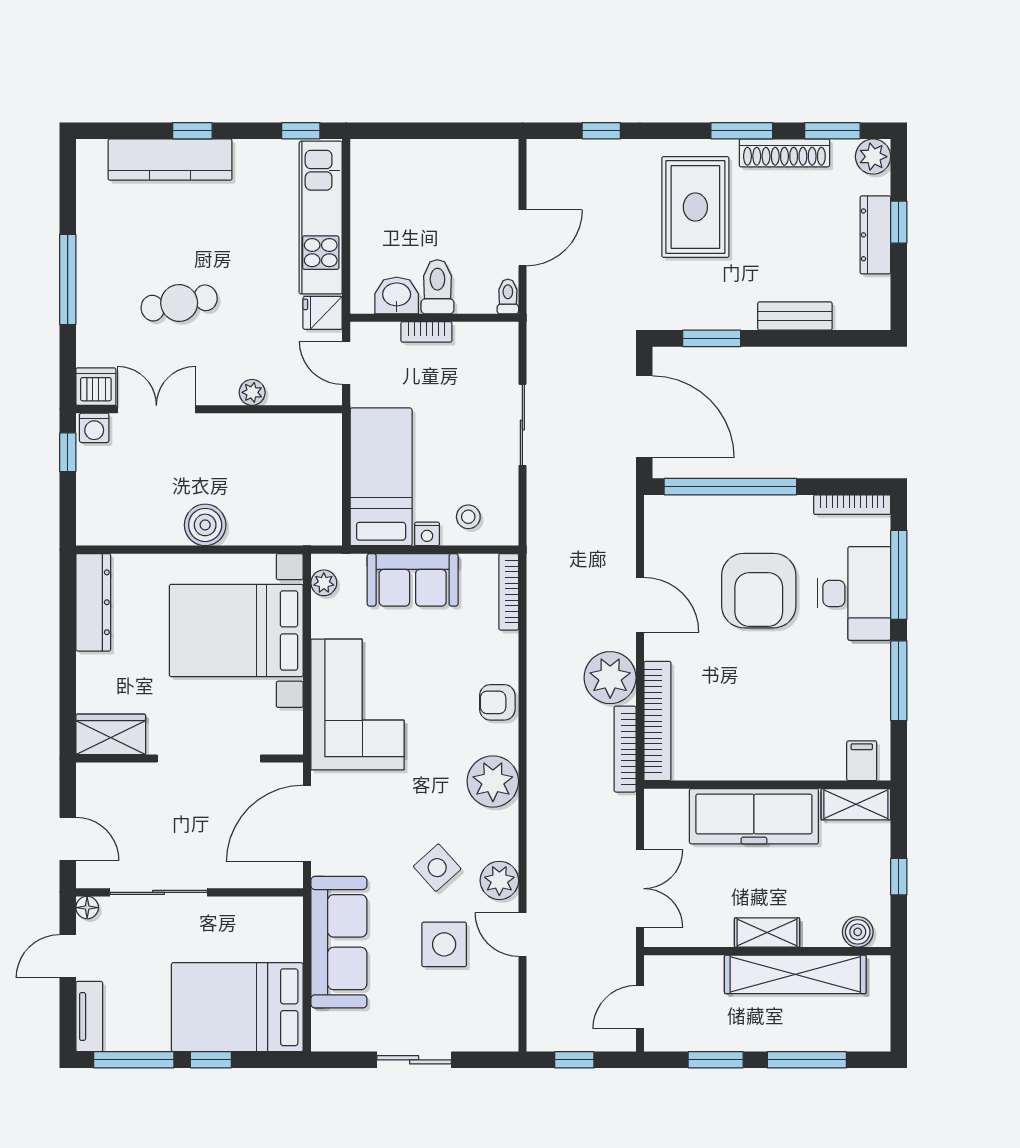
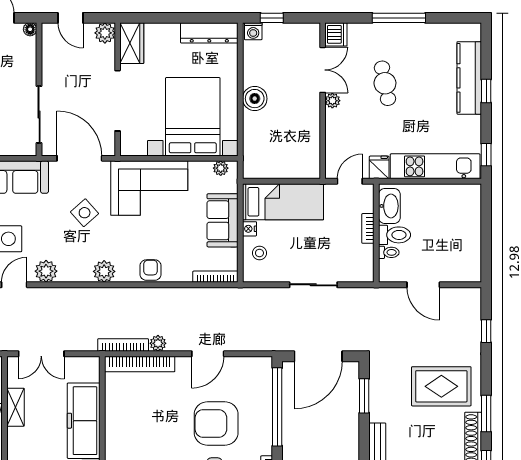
washbasin: (397, 295) -> (389, 206), width x1.38
toilet: (508, 297) -> (389, 252), moved
plant: (252, 392) -> (332, 101), moved
washing machine: (94, 428) -> (253, 31), moved, turned -90
window: (68, 452) -> (272, 18), moved
plant: (610, 678) -> (158, 343), width x0.53, depth x0.53
plant: (93, 780) -> (105, 33), added
plant: (493, 781) -> (104, 271), width x0.73, depth x0.73
door: (68, 839) -> (70, 18), hinge flipped
side table: (437, 868) -> (85, 213), moved
sliding door: (159, 892) -> (39, 115), moved
shelving: (767, 933) -> (15, 407), moved

